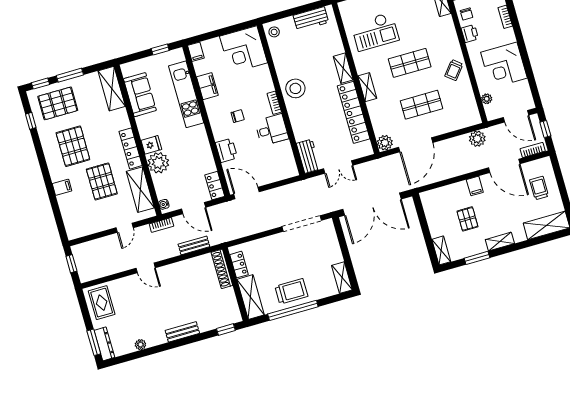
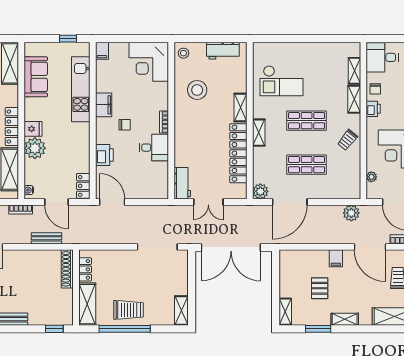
shelving: (449, 29) -> (354, 99), added
filing cabinet: (207, 86) -> (104, 105), moved
stool: (295, 88) -> (197, 90), moved

